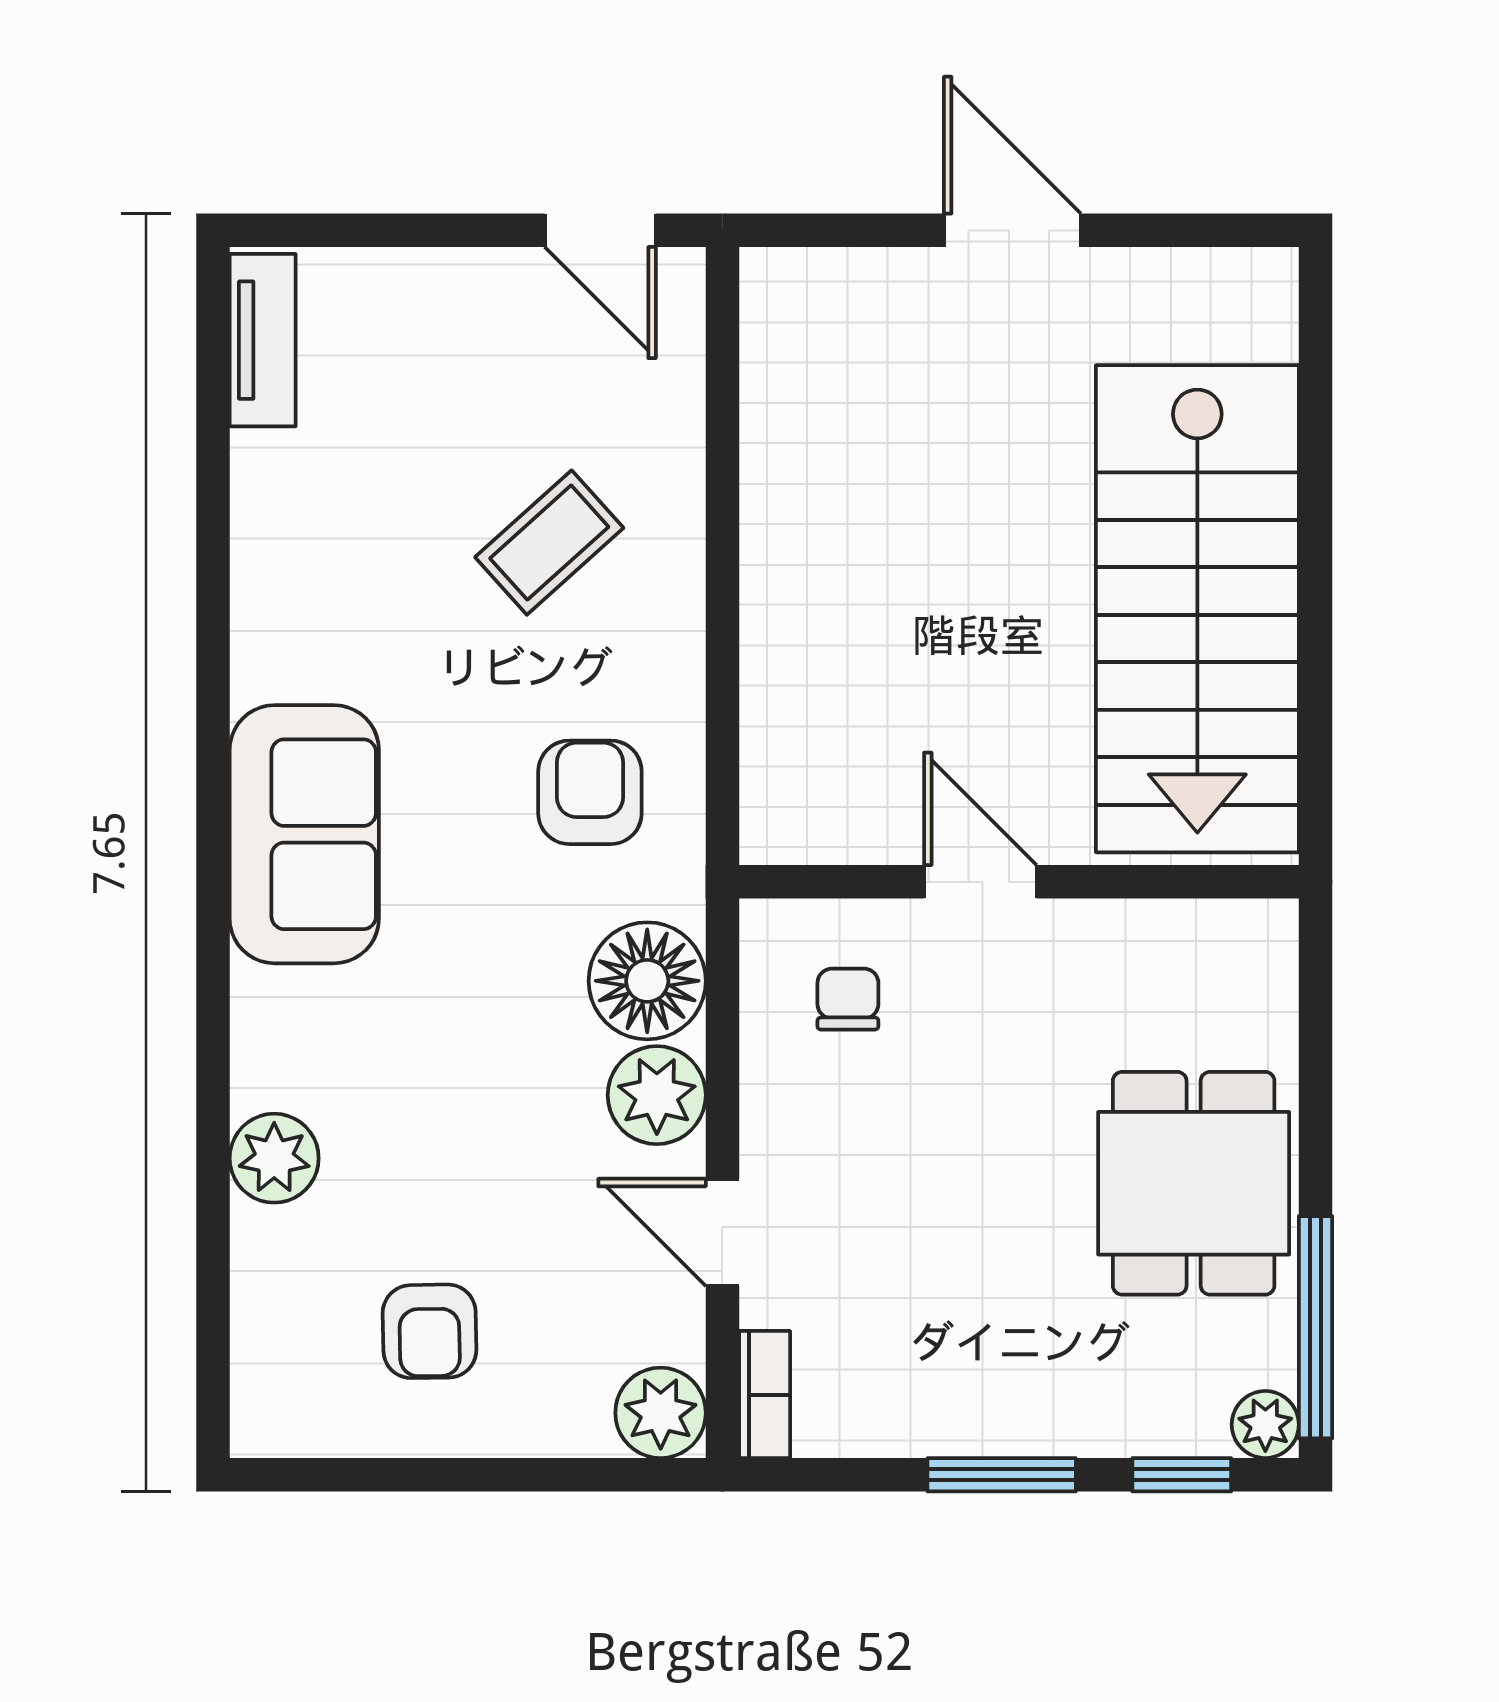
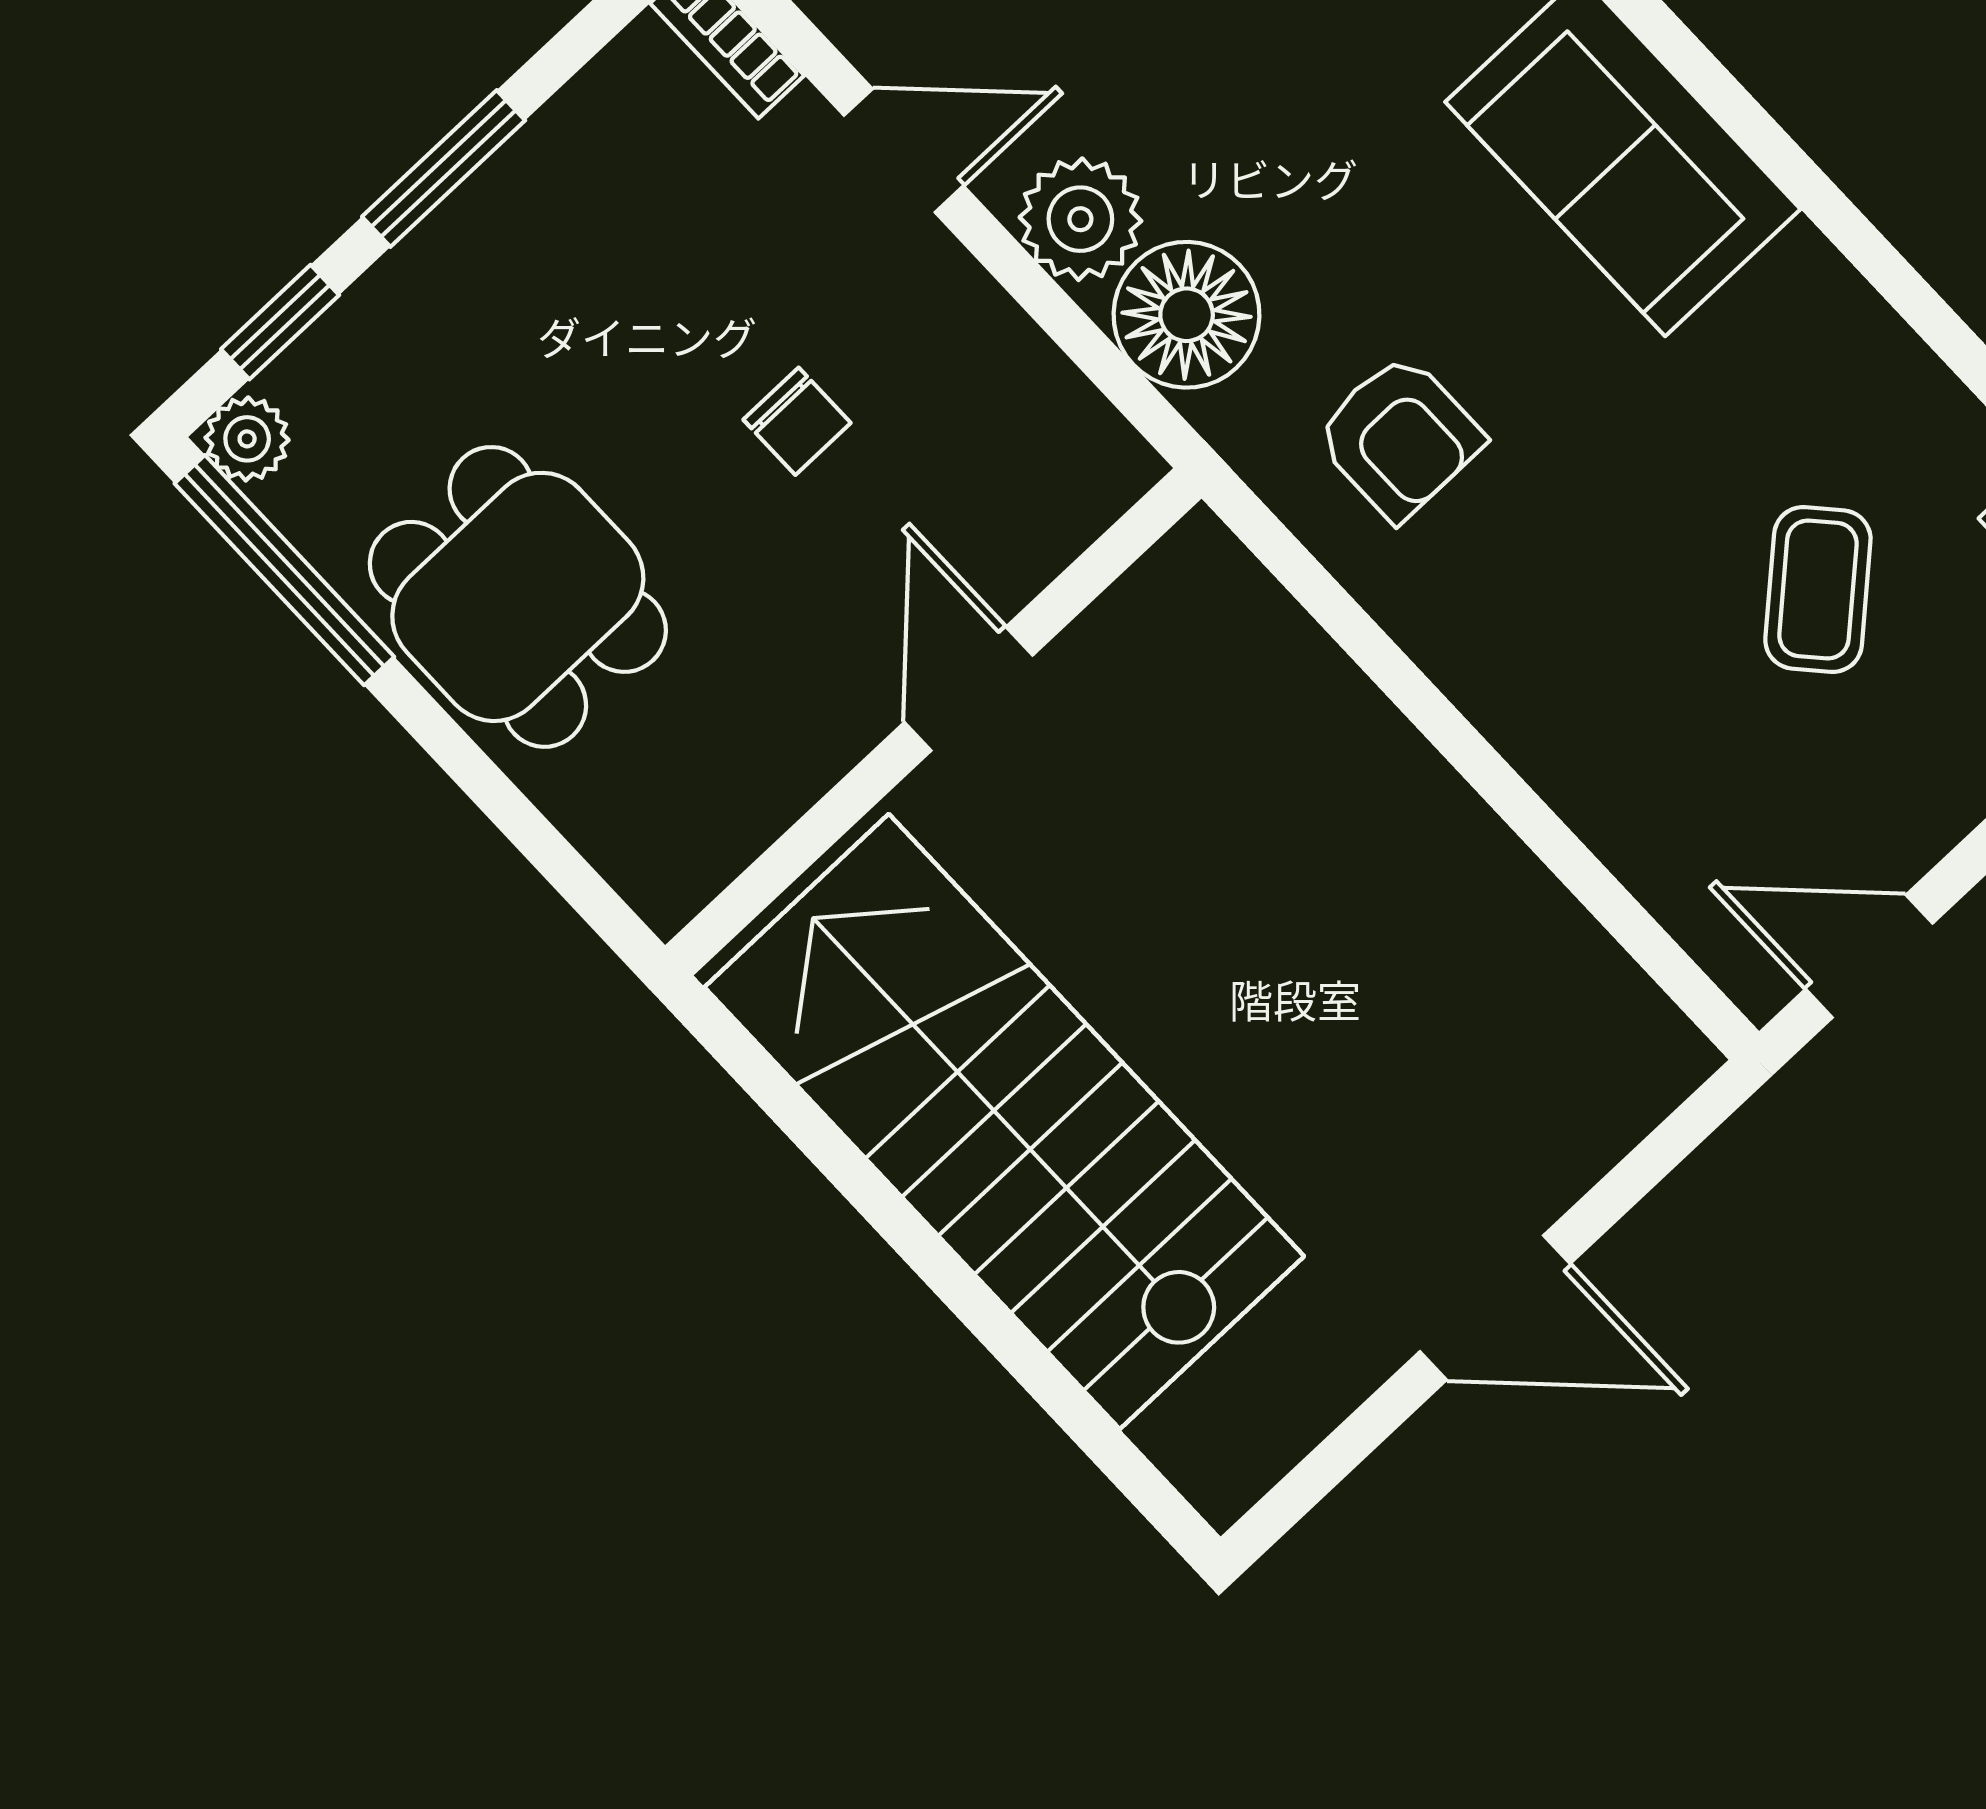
coffee table: (549, 543) -> (1818, 589), moved
door: (980, 882) -> (969, 689), swing flipped
chair: (848, 999) -> (797, 421), moved

